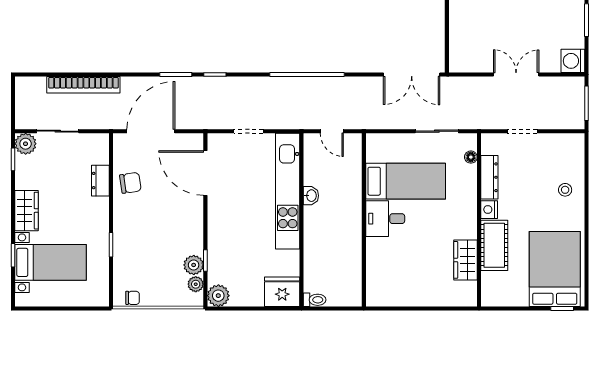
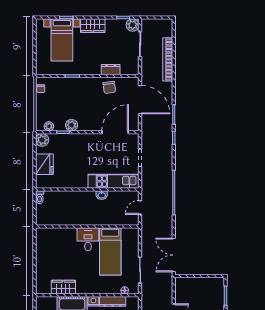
kitchen unit: (288, 191) -> (114, 181), width x0.73
plant: (194, 265) -> (72, 125), moved
fridge: (282, 292) -> (44, 164), moved

